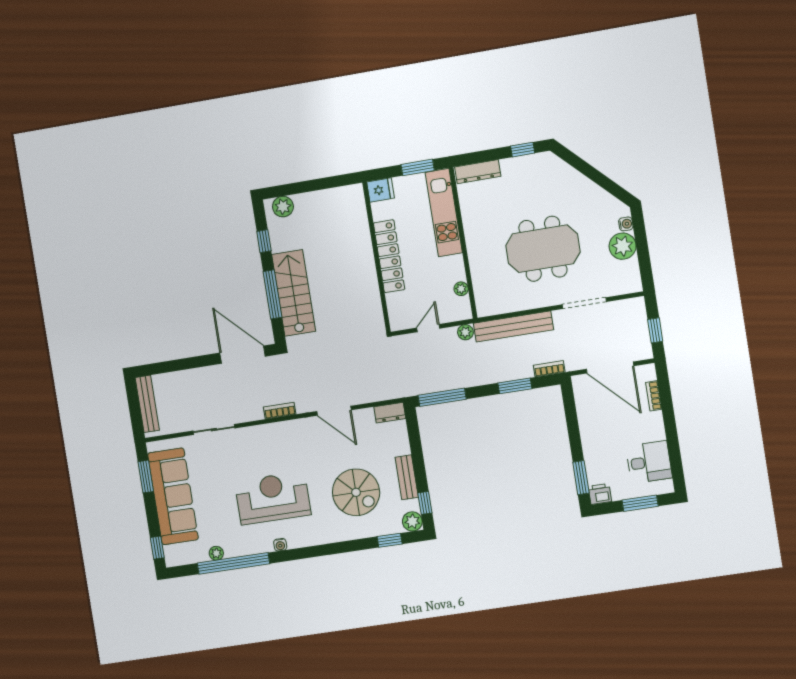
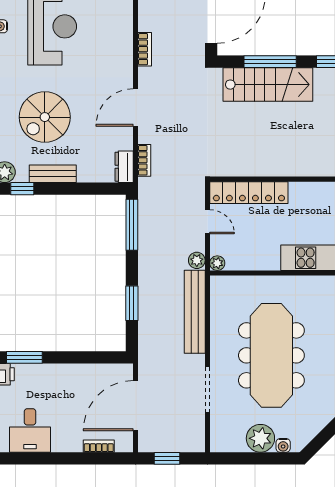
meeting table: (543, 249) -> (271, 355), width x1.36
locker: (389, 256) -> (249, 193), moved
plant: (461, 289) -> (217, 263), moved
bookcase: (549, 369) -> (144, 160), moved

